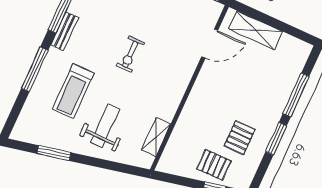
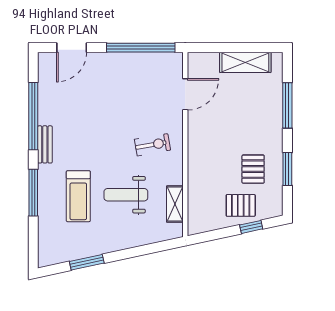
shelving: (256, 30) -> (245, 62), moved
exercise bike: (130, 54) -> (152, 145), moved, turned -100
weight bench: (105, 126) -> (126, 195), moved, turned -90
window: (276, 139) -> (287, 169), moved

